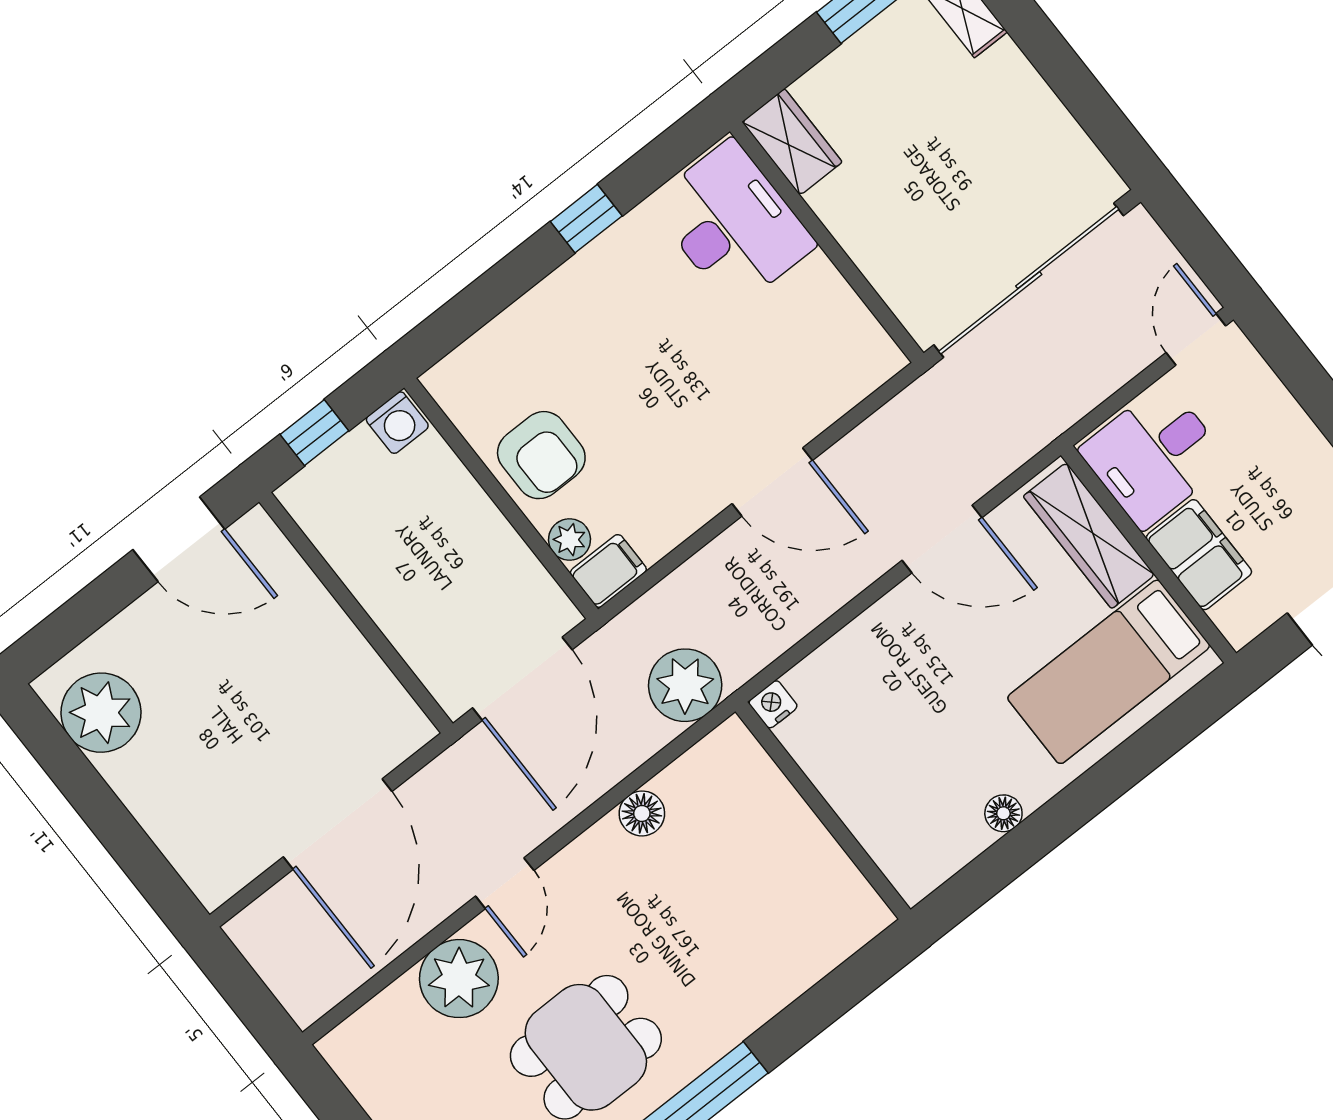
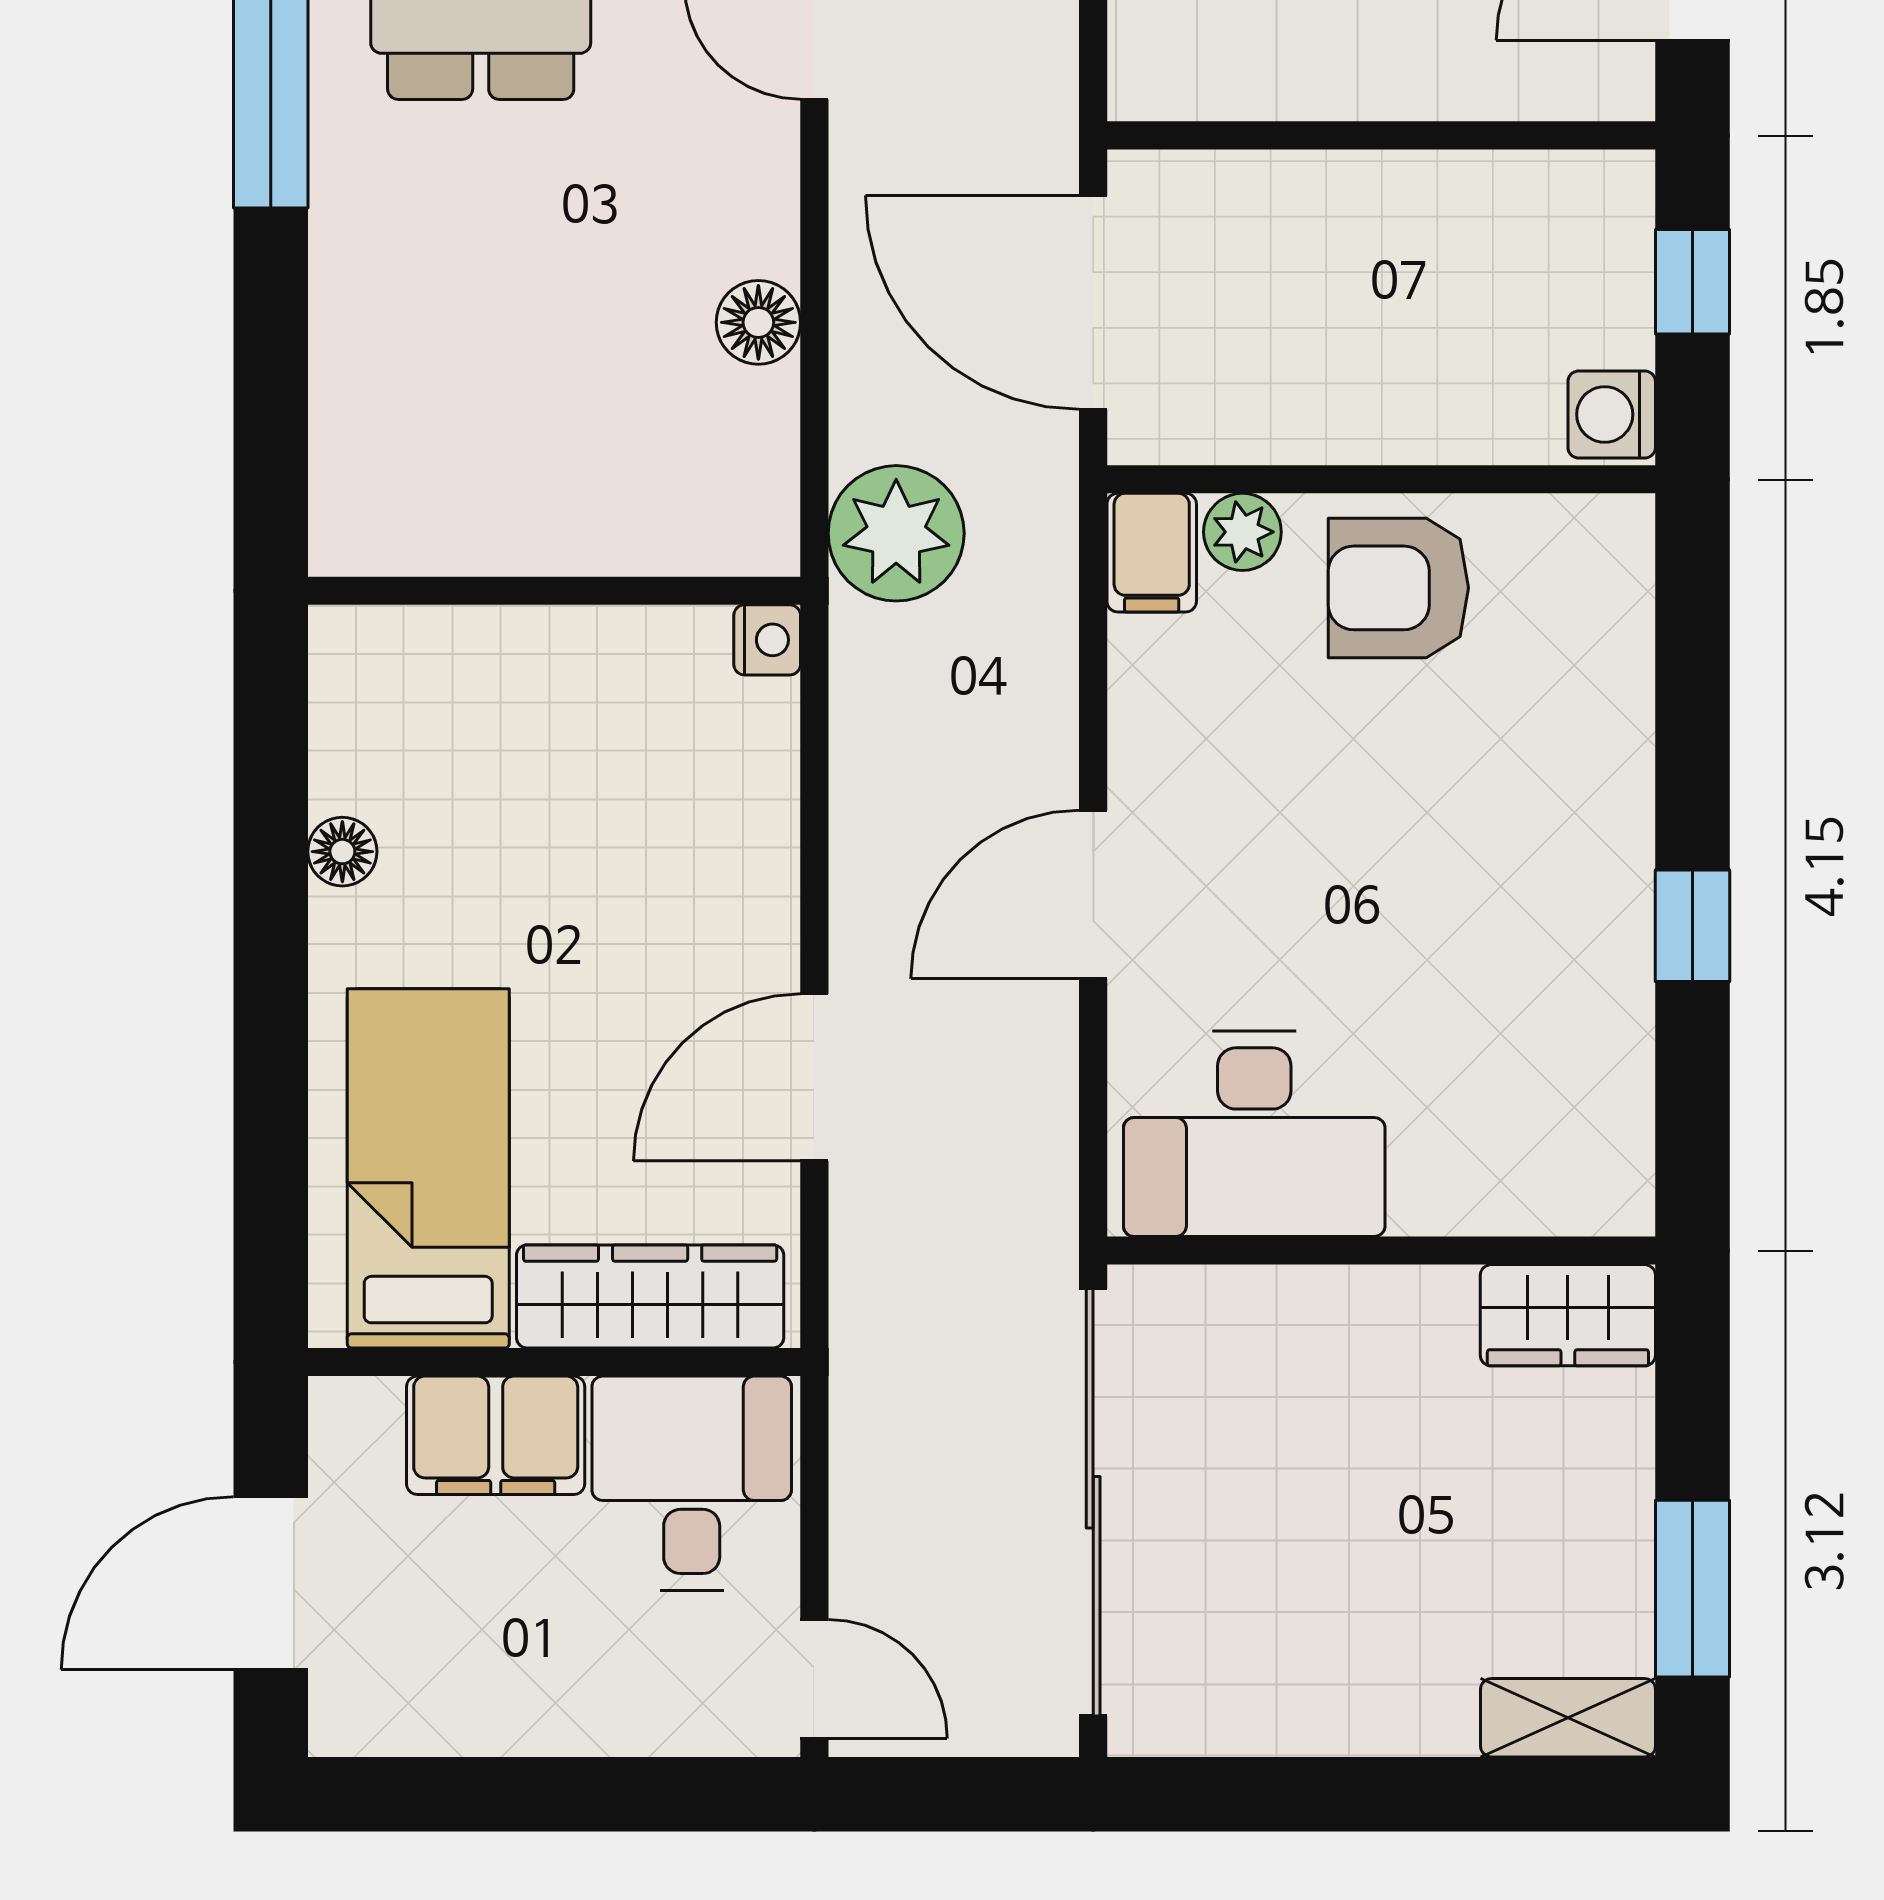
desk: (733, 224) -> (1254, 1134), moved

